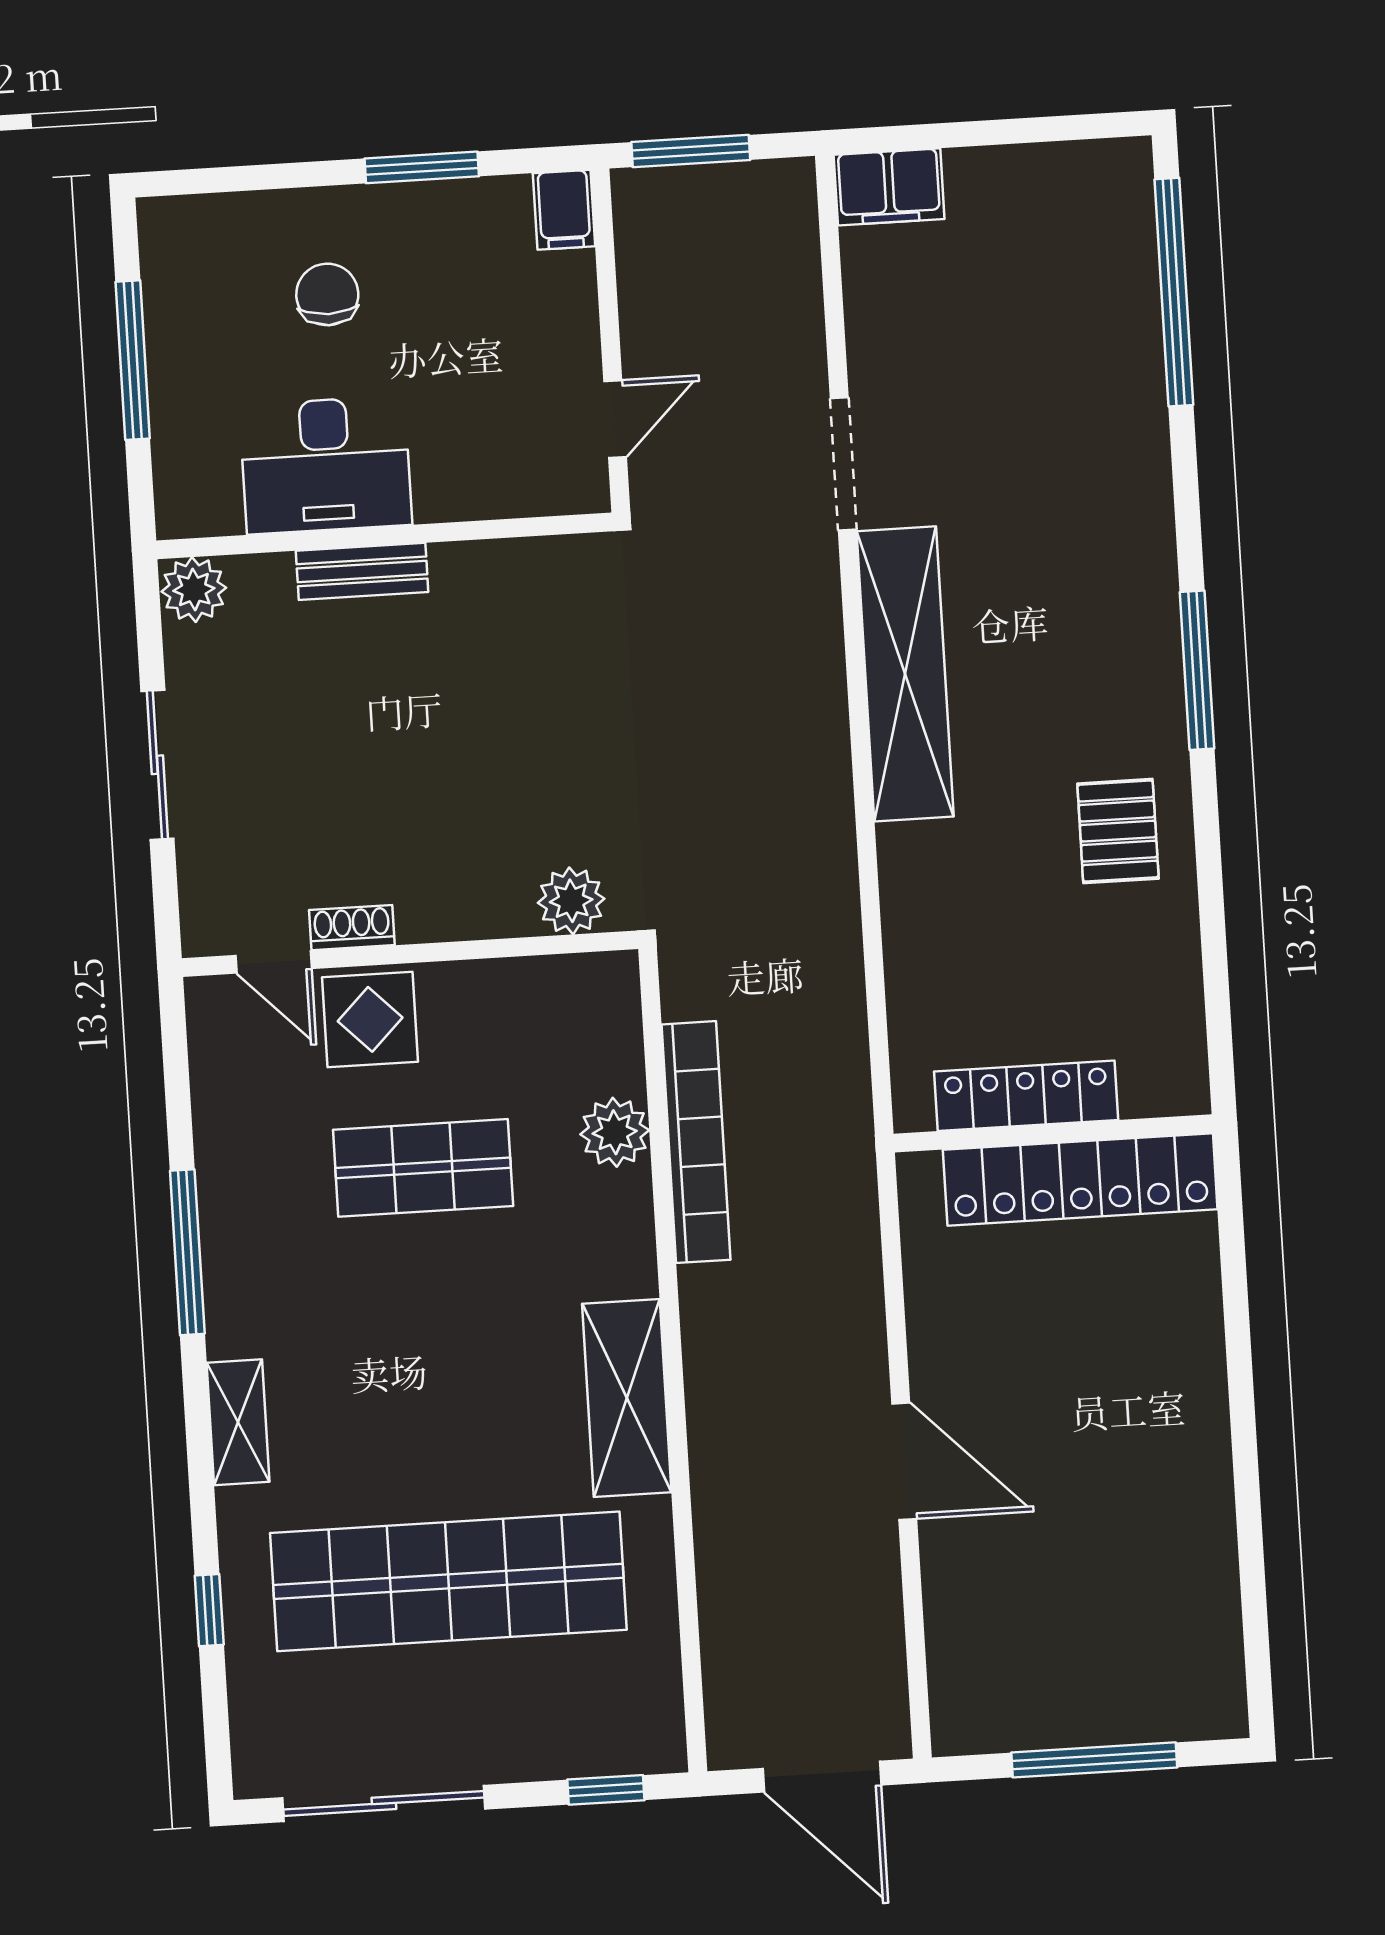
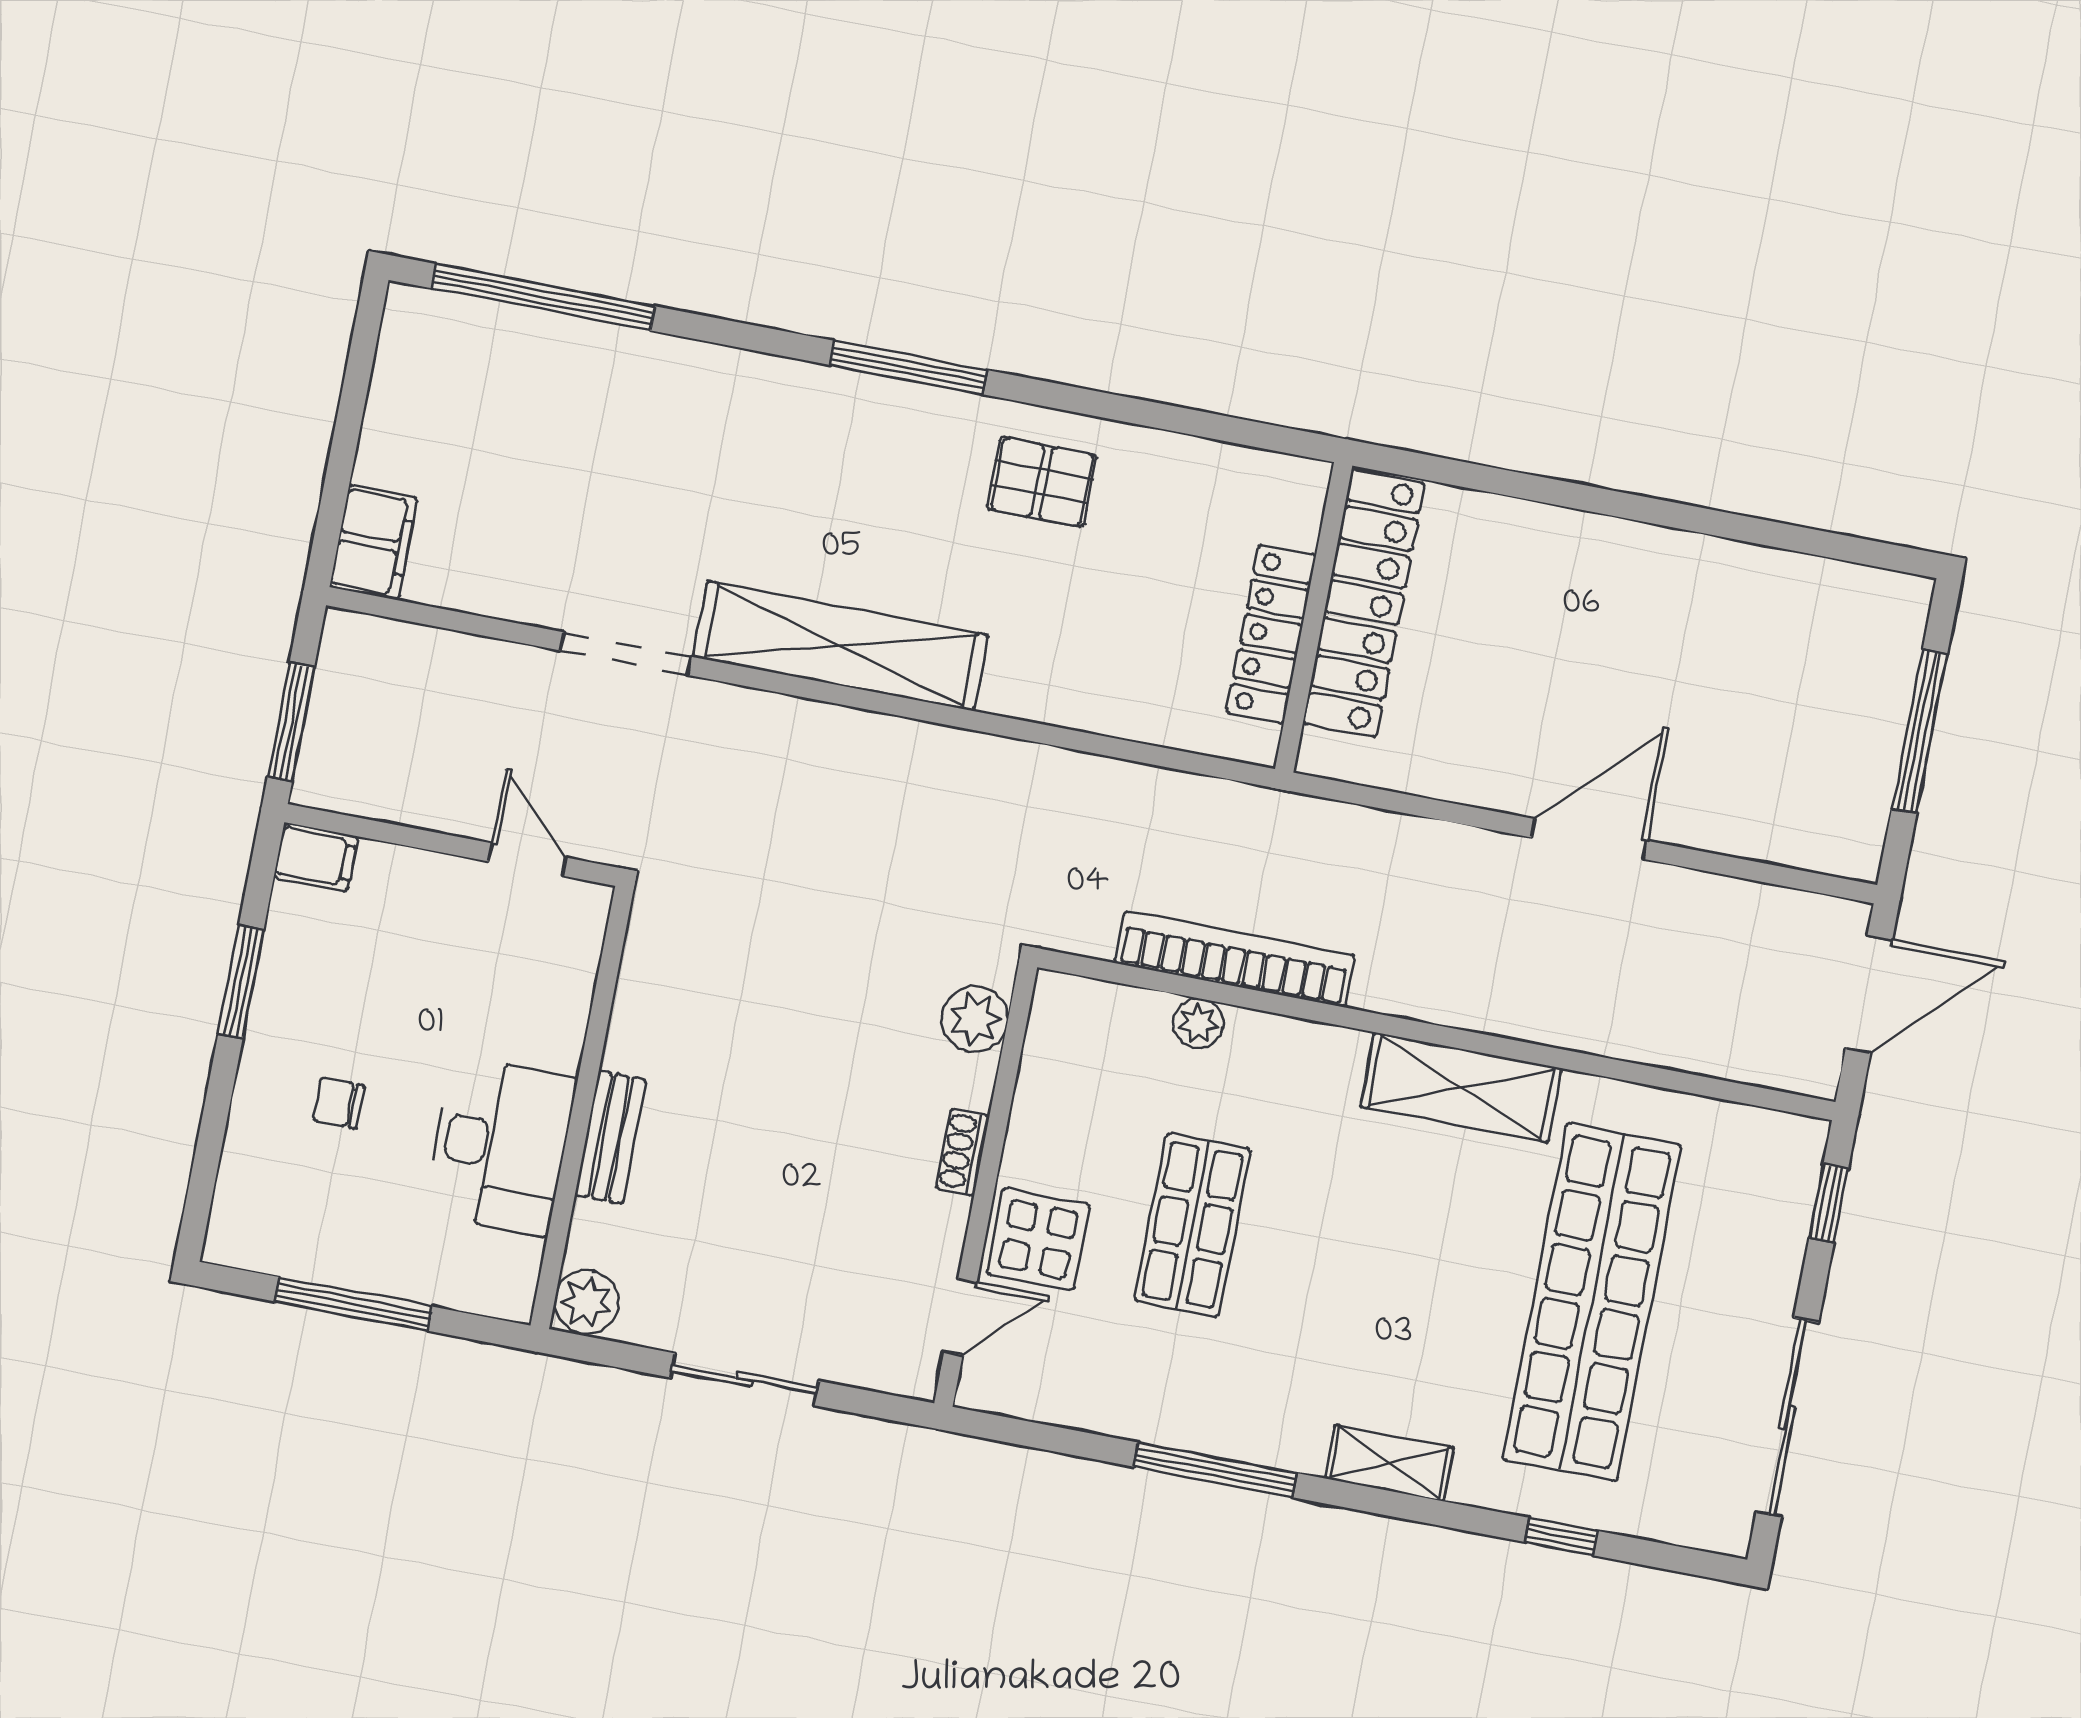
chair: (327, 294) -> (339, 1103), width x0.73, depth x0.73
shoe rack: (352, 928) -> (962, 1152), moved
plant: (615, 1132) -> (1198, 1023), width x0.73, depth x0.73

